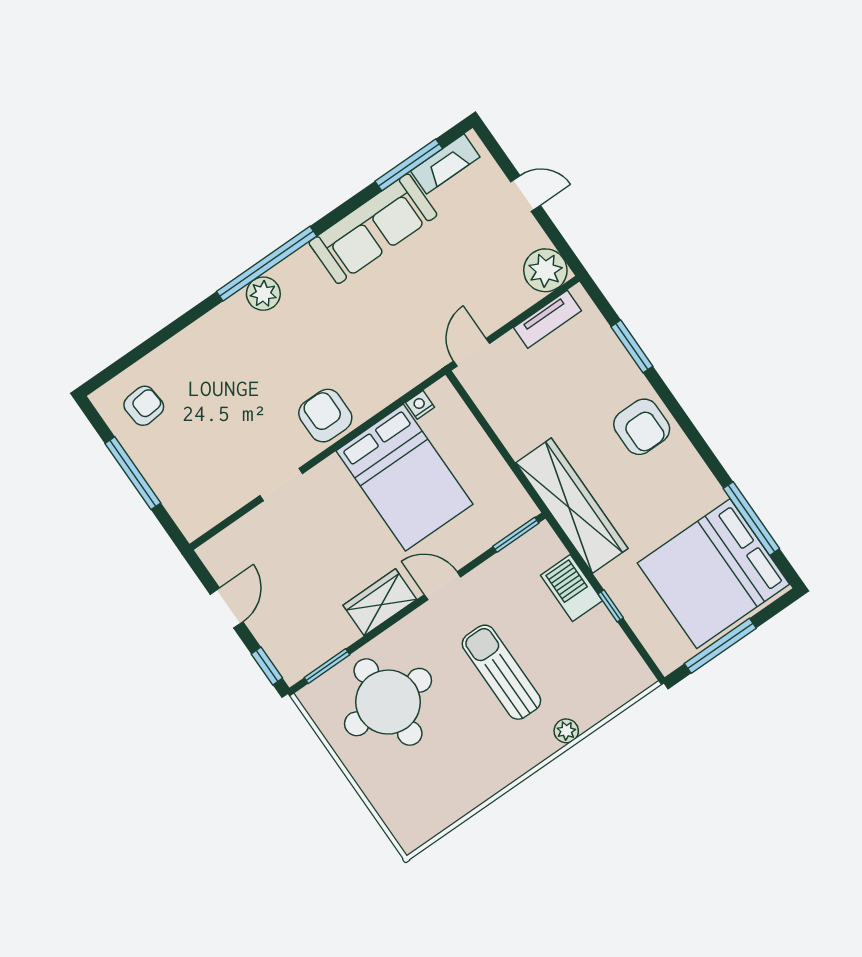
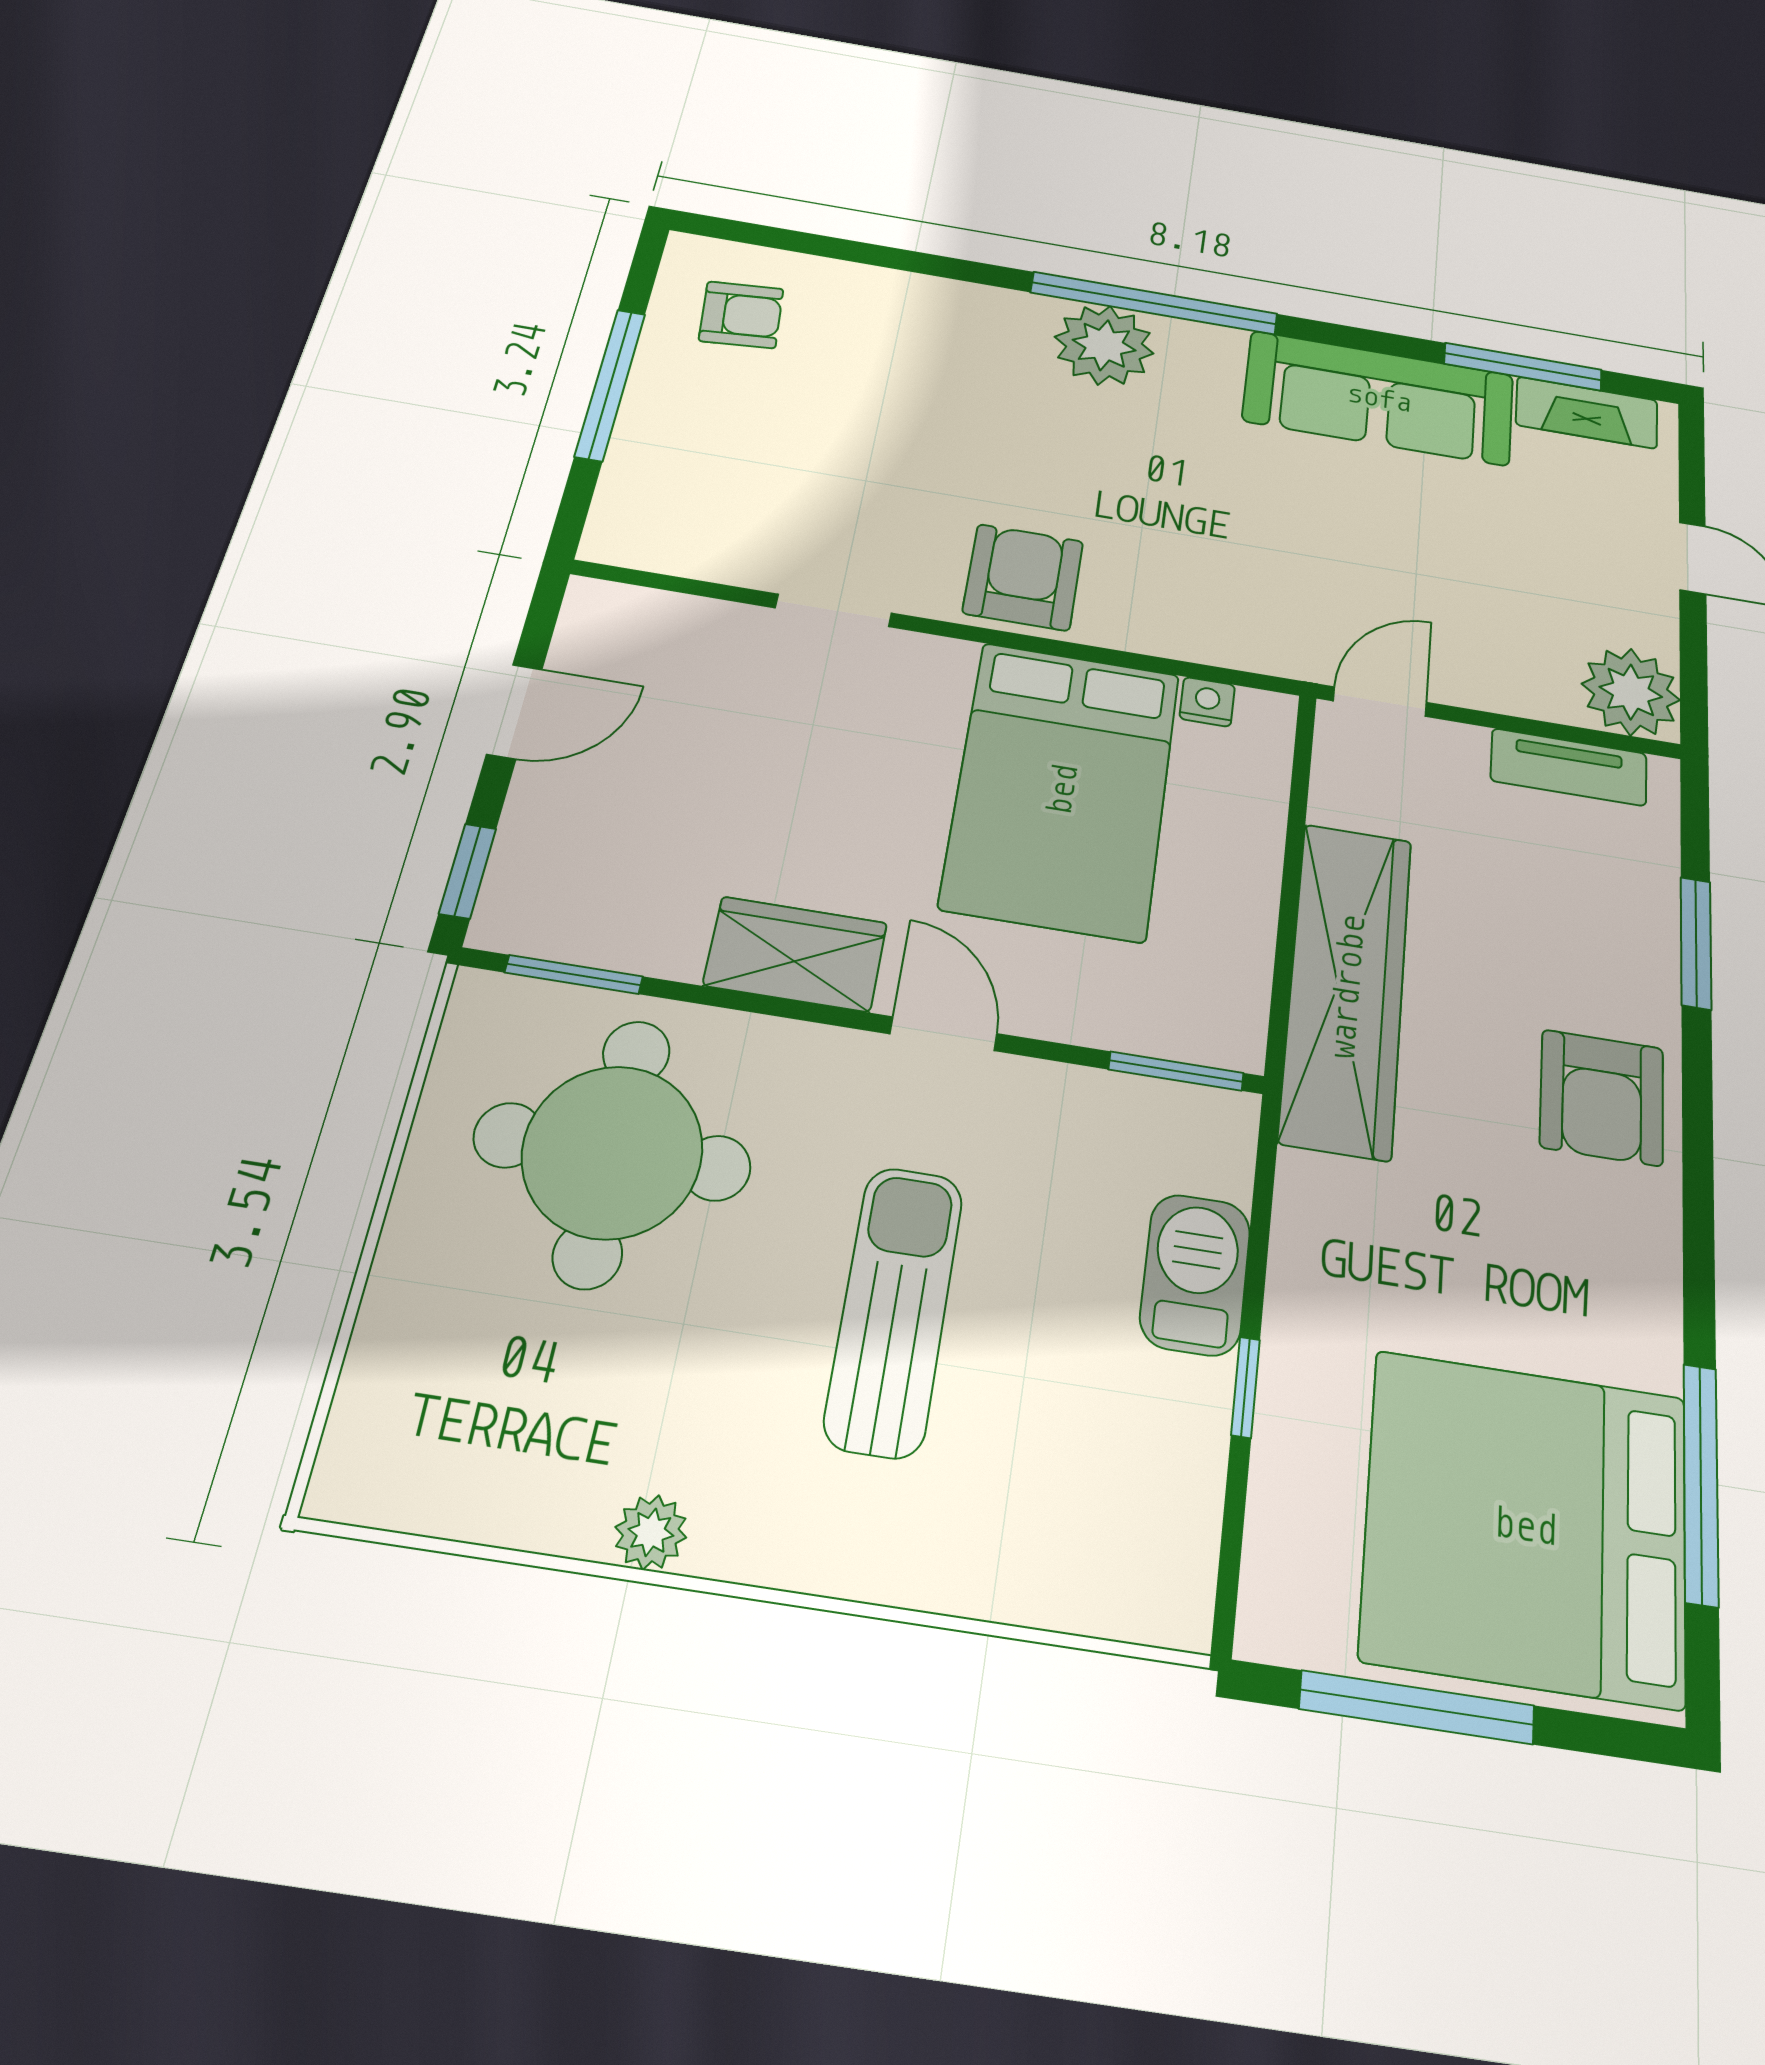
plant: (263, 294) -> (1104, 345), width x1.36, depth x1.36
wardrobe: (572, 506) -> (1347, 987), moved
plant: (566, 731) -> (651, 1532), moved

